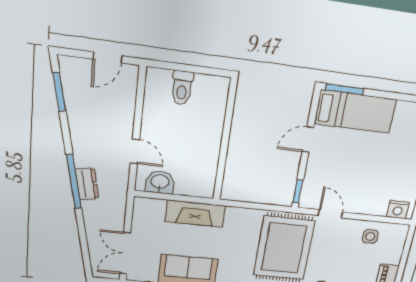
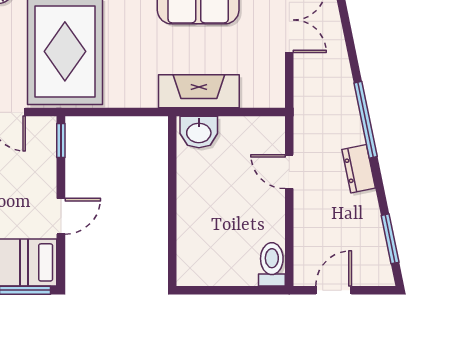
toilet: (182, 88) -> (272, 264), moved
washbasin: (160, 182) -> (199, 132), moved
dresser: (87, 184) -> (359, 169), moved

